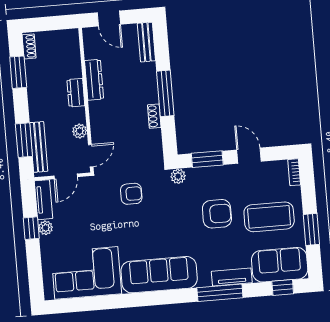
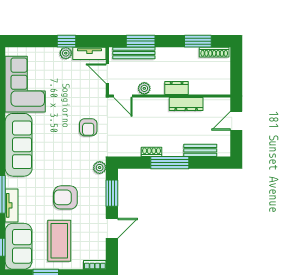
bench: (146, 42) -> (200, 150), moved
shoe rack: (29, 46) -> (214, 52), width x1.43
armchair: (217, 214) -> (65, 197), turned 90

